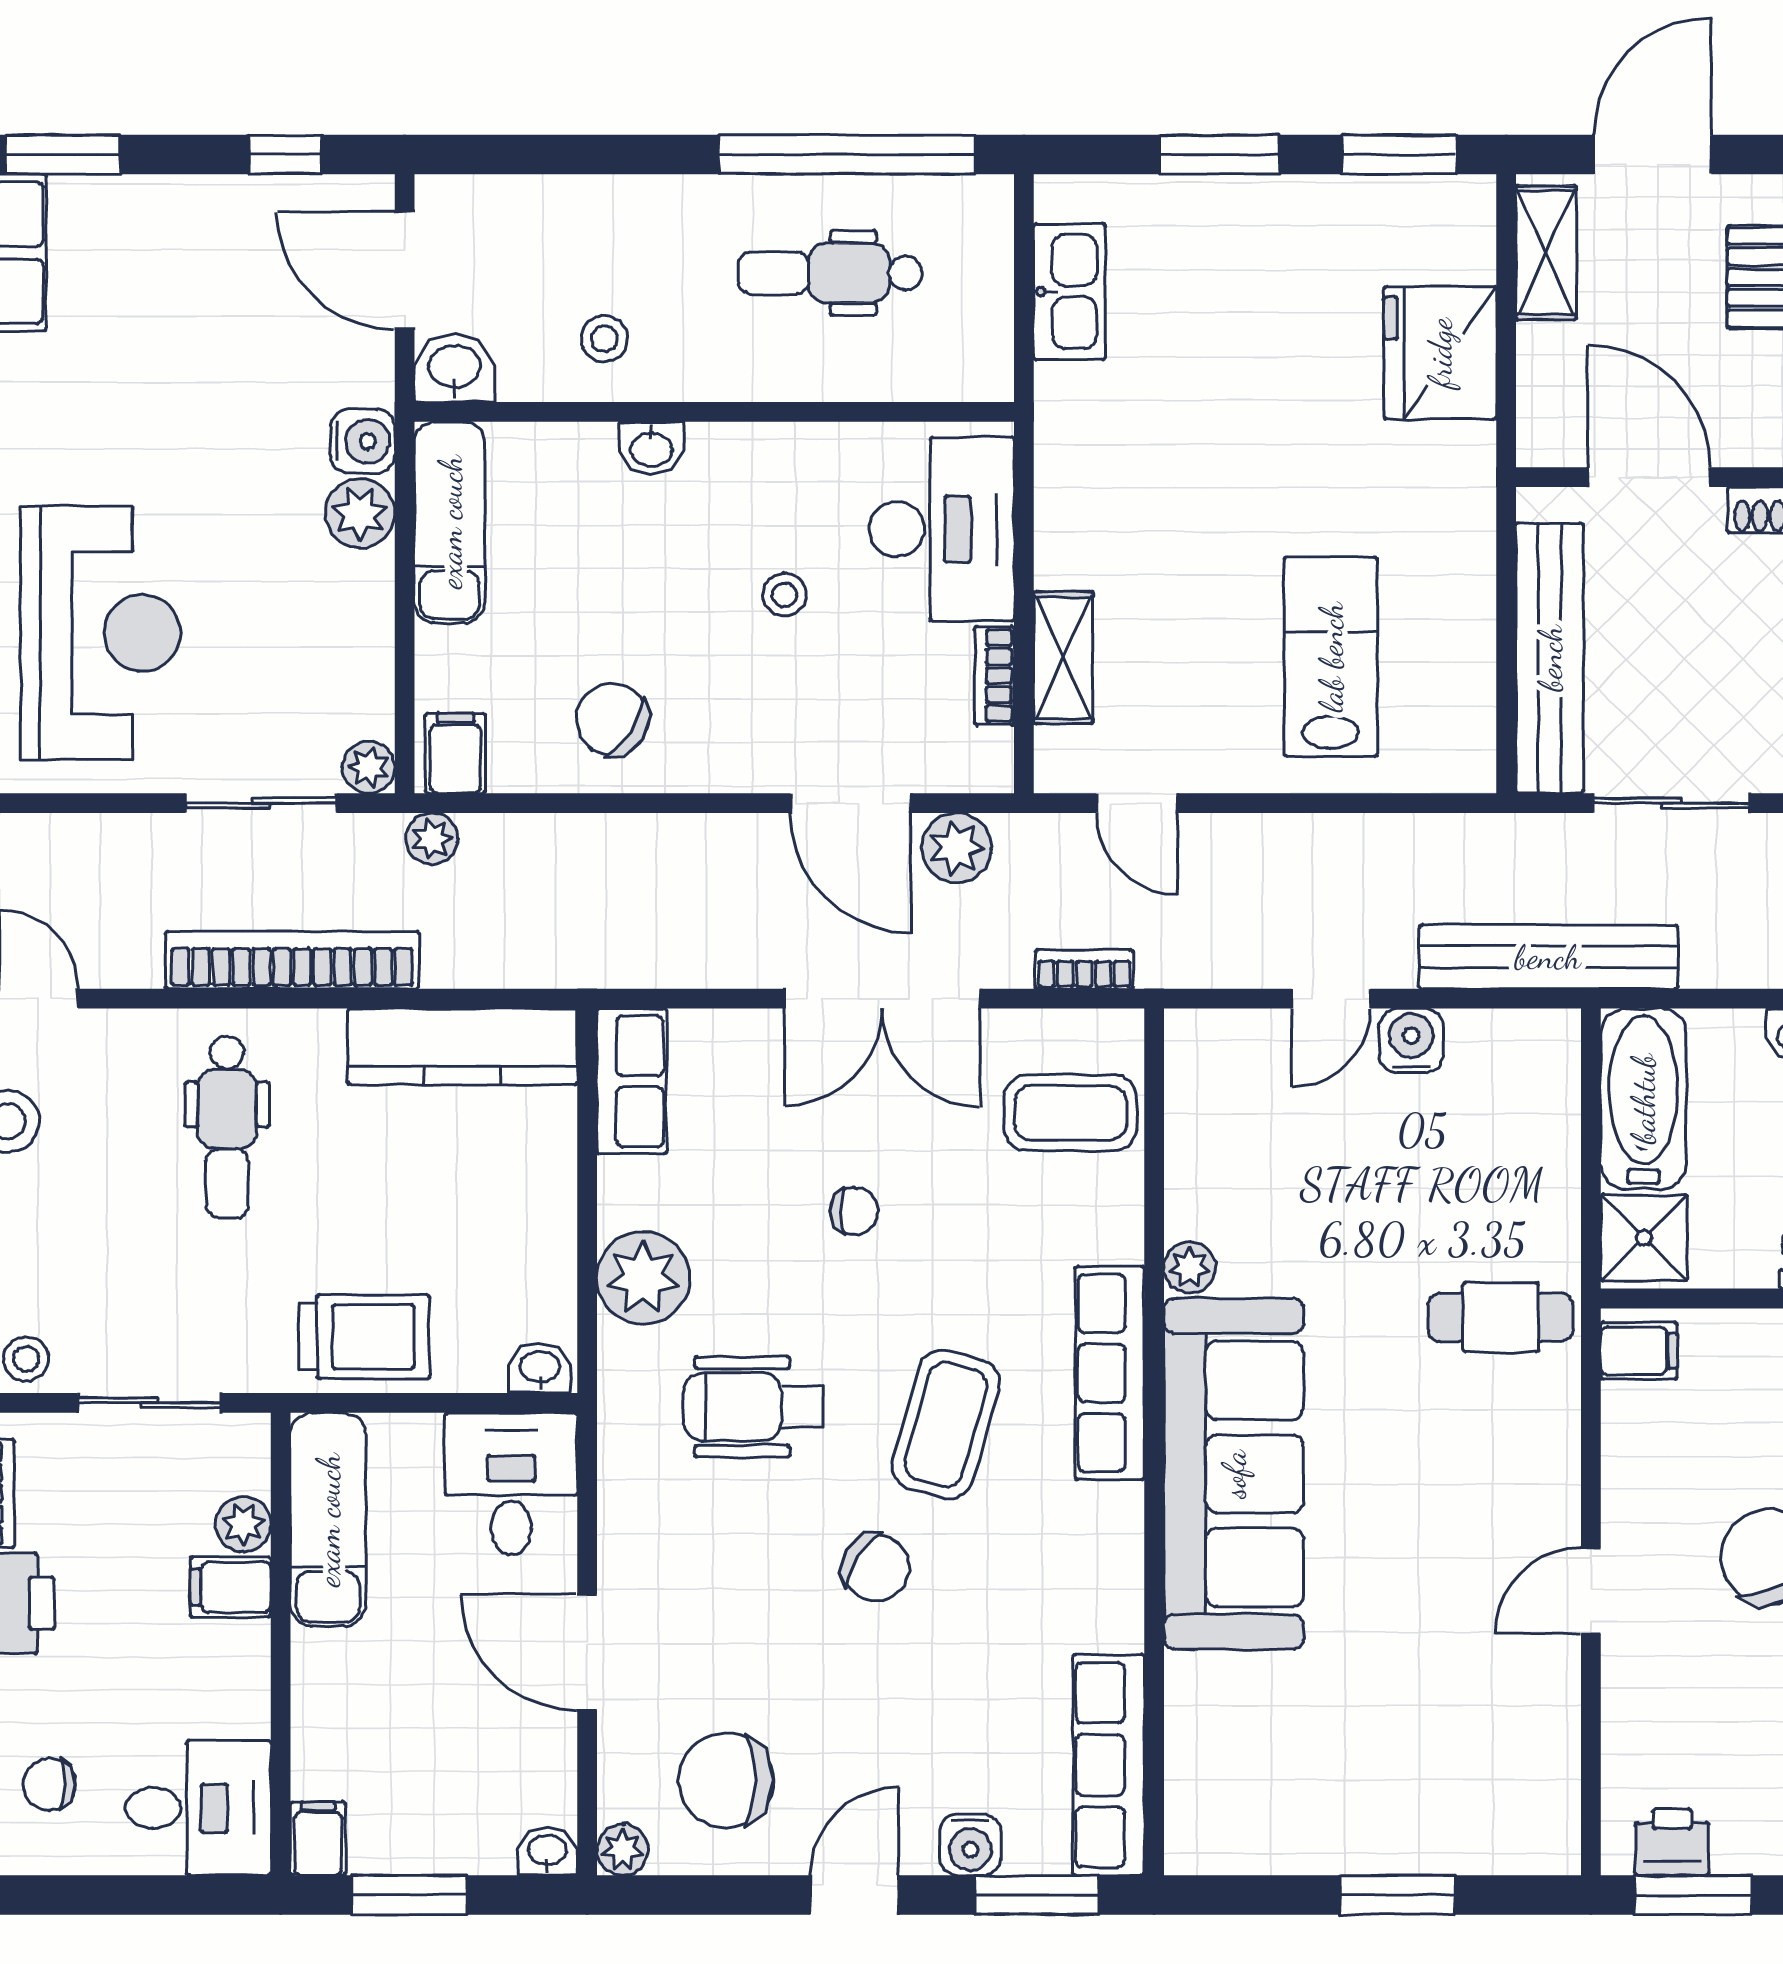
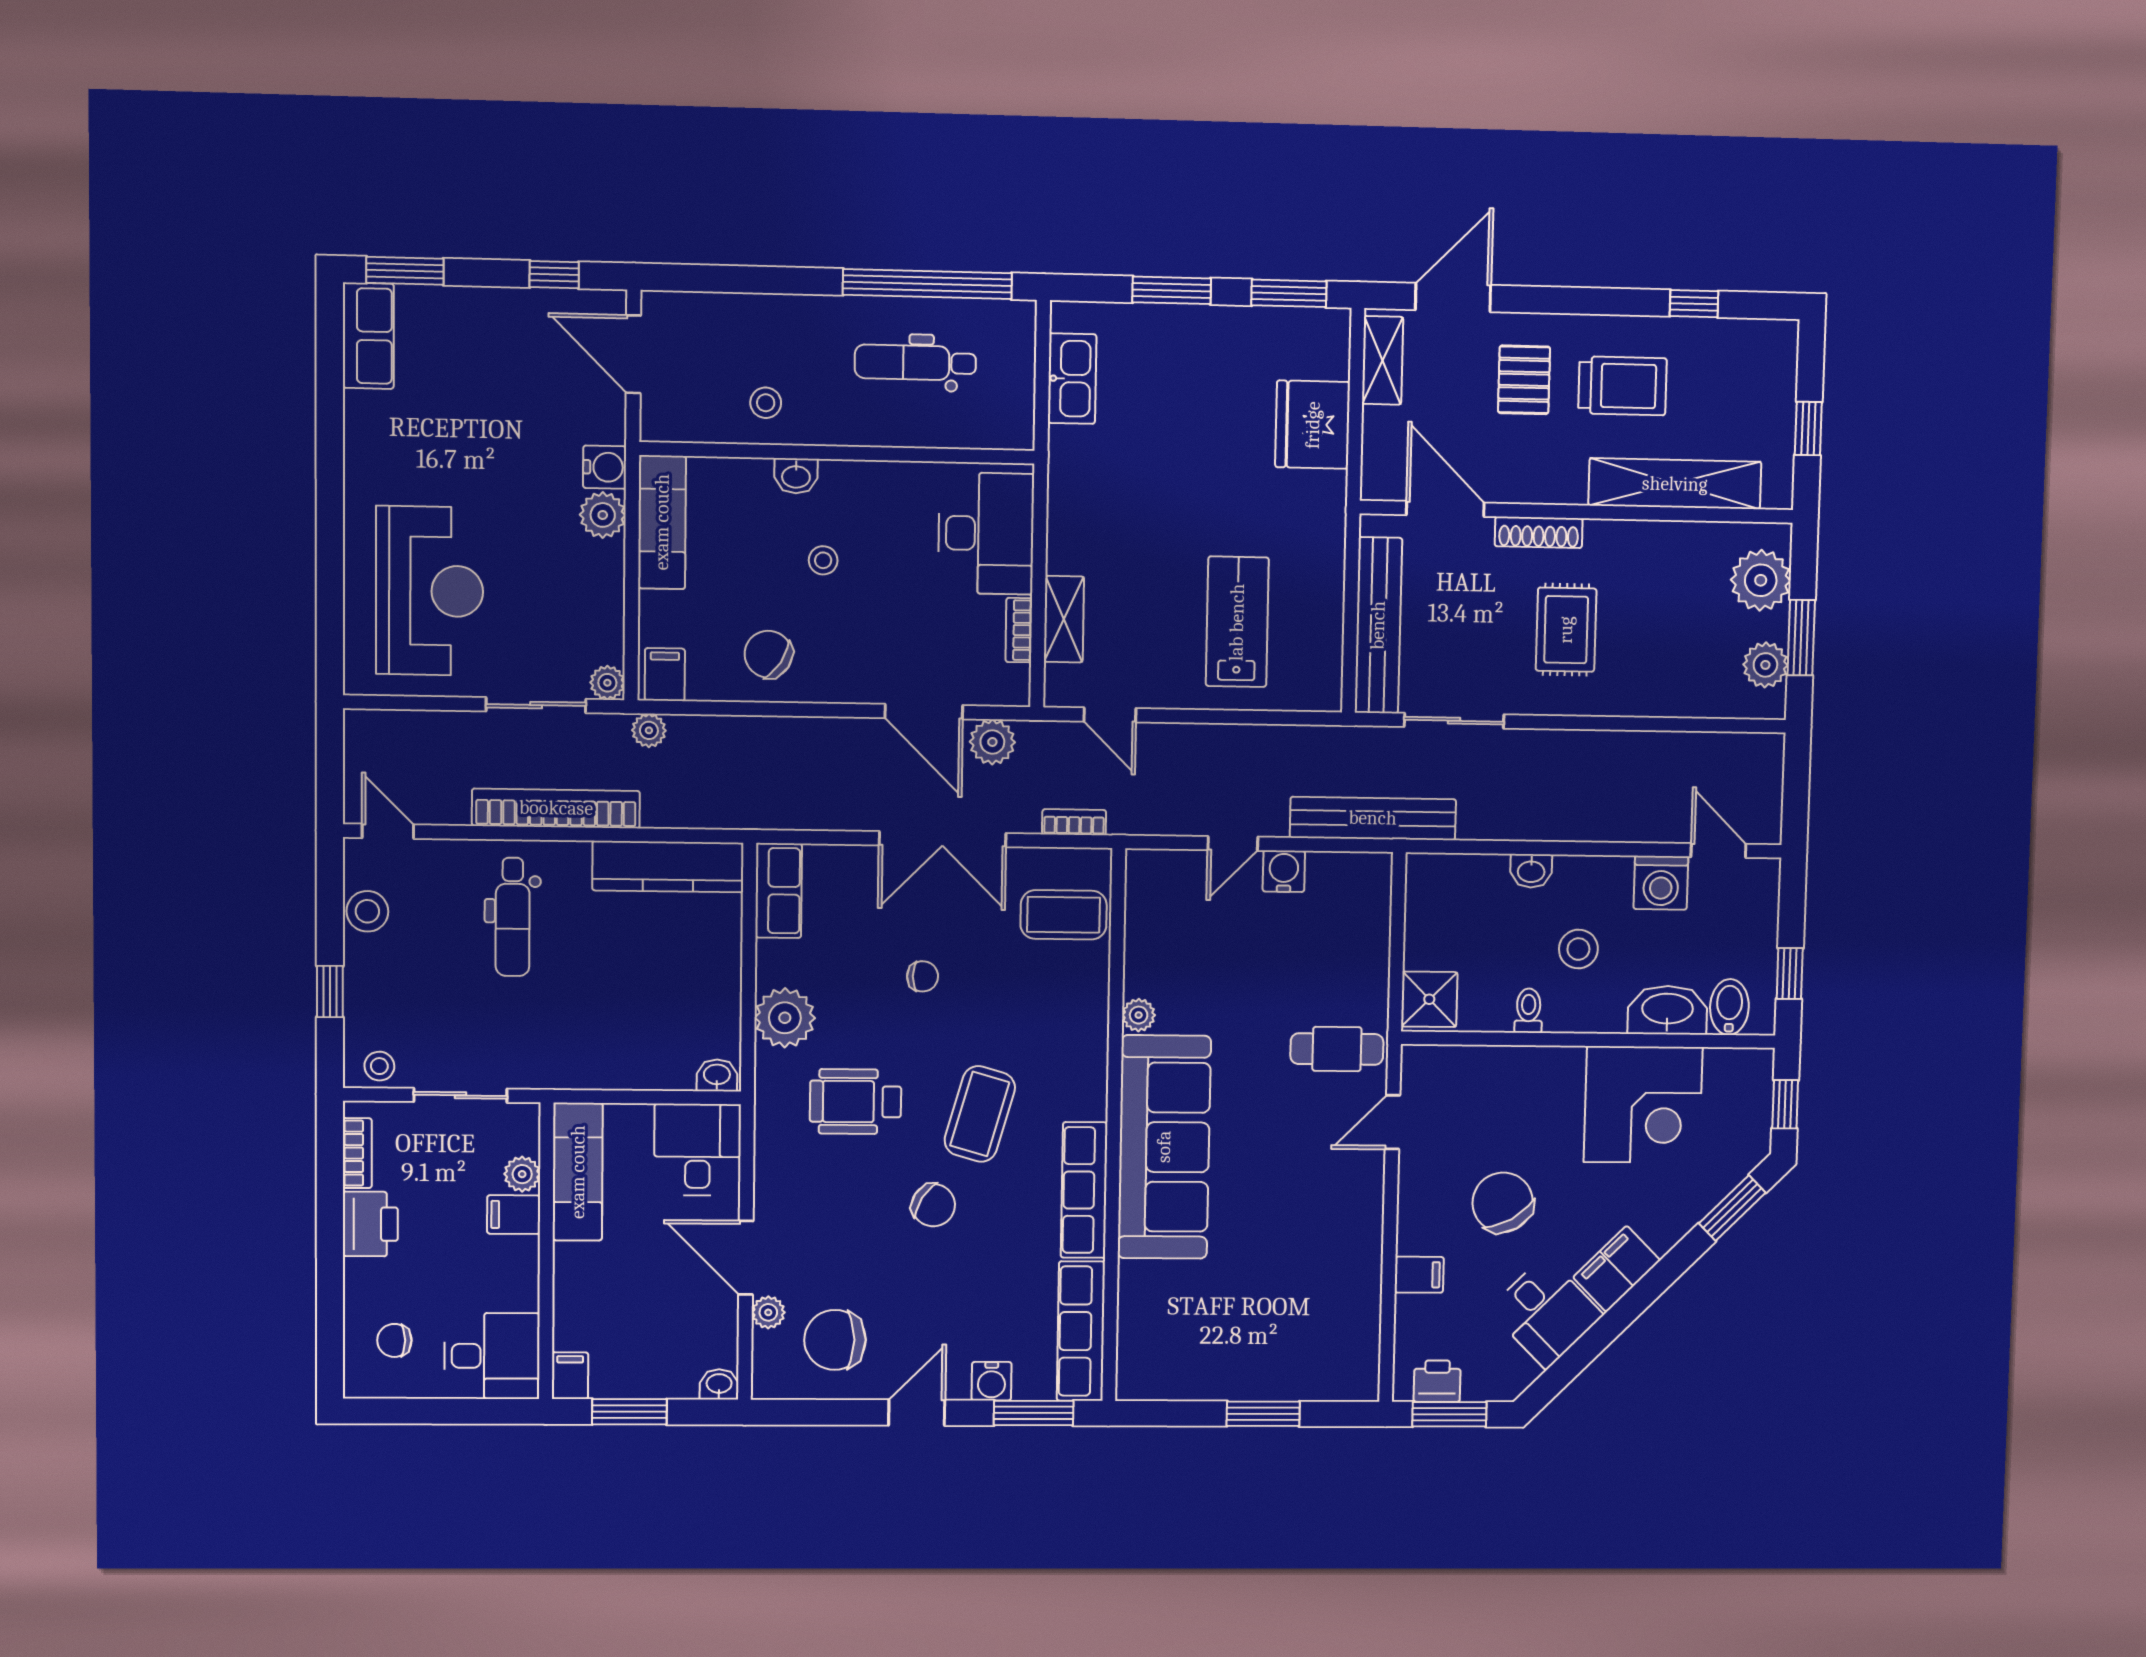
washbasin: (454, 368) -> (666, 420), removed
stool: (784, 595) -> (823, 560), moved
bathtub: (1643, 1099) -> (1431, 911), removed
trolley: (364, 1337) -> (602, 1054), removed
filing cabinet: (1639, 1351) -> (1419, 1275), moved
row of seats: (1110, 1373) -> (1084, 1190), moved
door: (1591, 1591) -> (1393, 1122), moved
plant: (622, 1850) -> (768, 1312), moved

